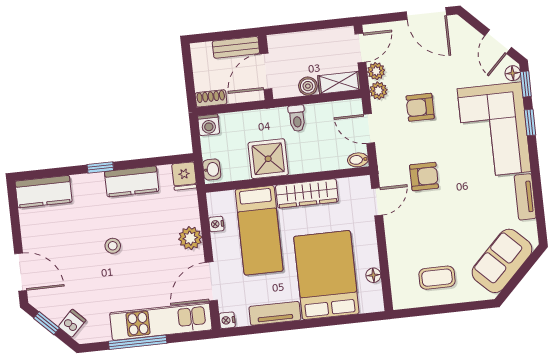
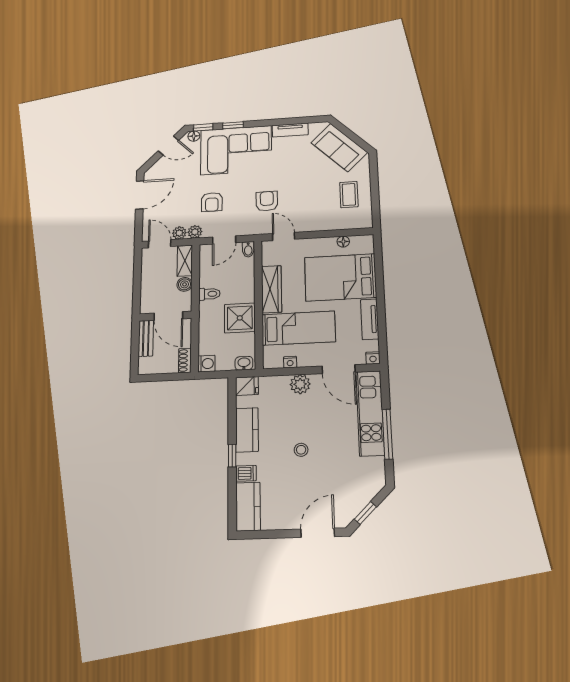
dishwasher: (72, 323) -> (246, 473), moved, turned 135

